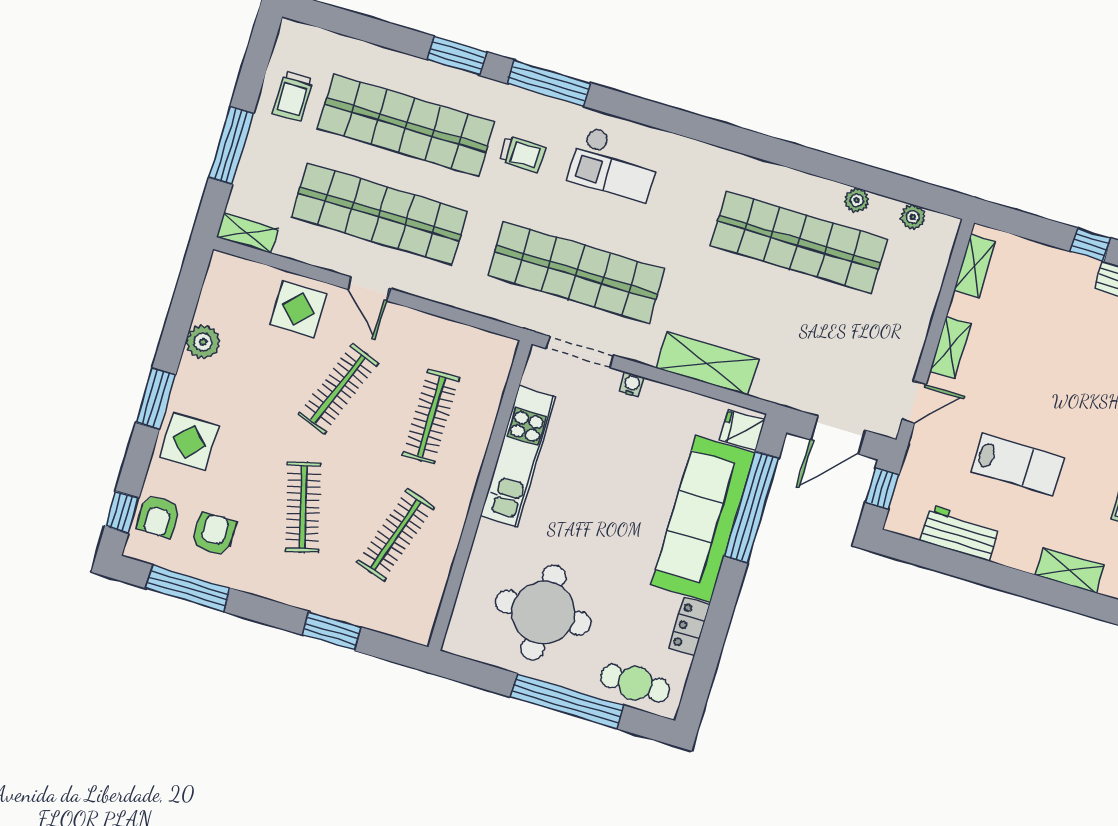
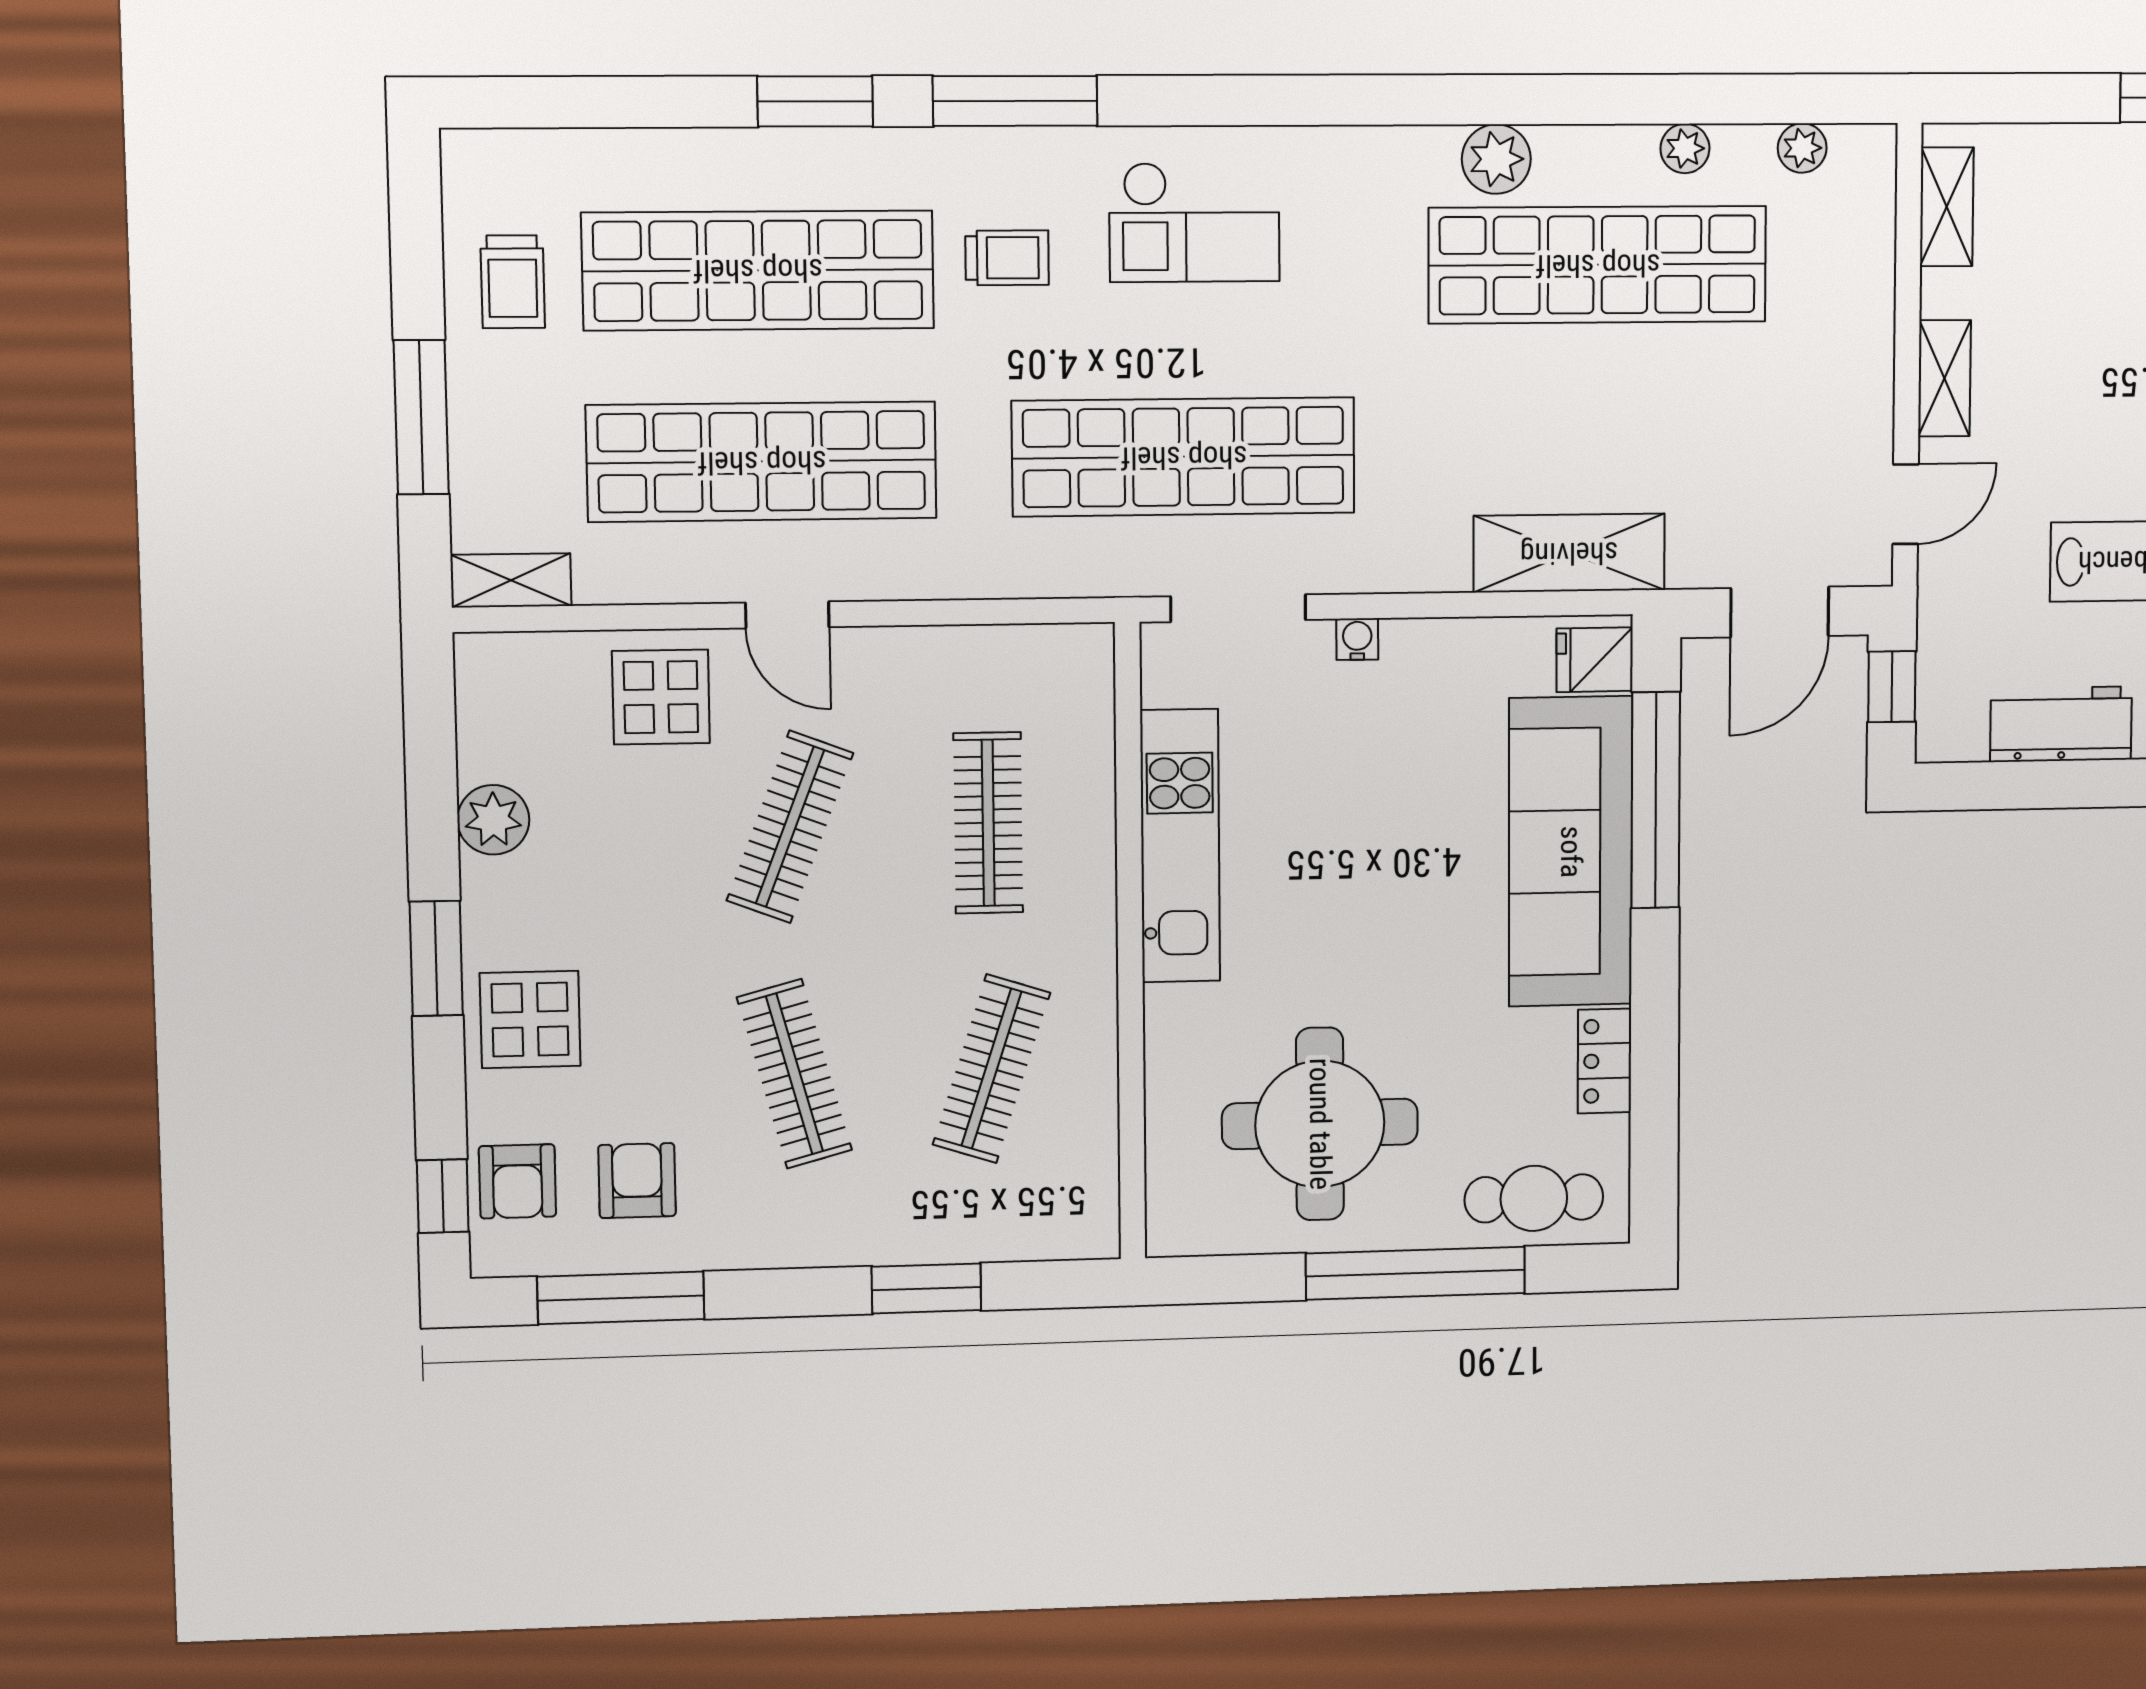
plant: (766, 178) -> (1496, 159), added
shelving: (708, 364) -> (1569, 553), moved

